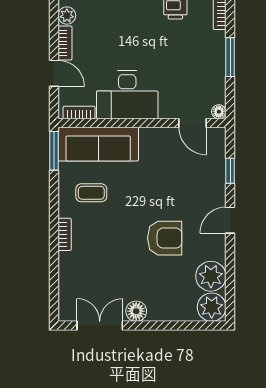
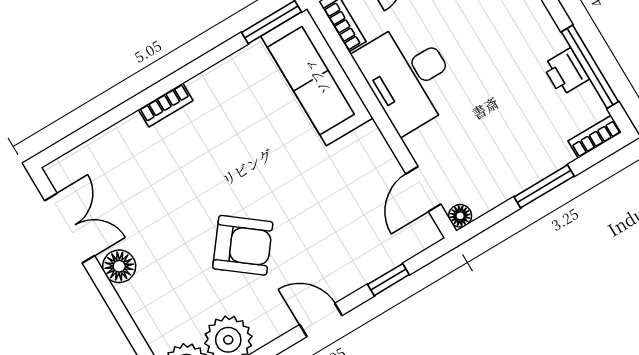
coffee table: (91, 193) -> (245, 108), removed
armchair: (165, 238) -> (243, 245), turned -52

